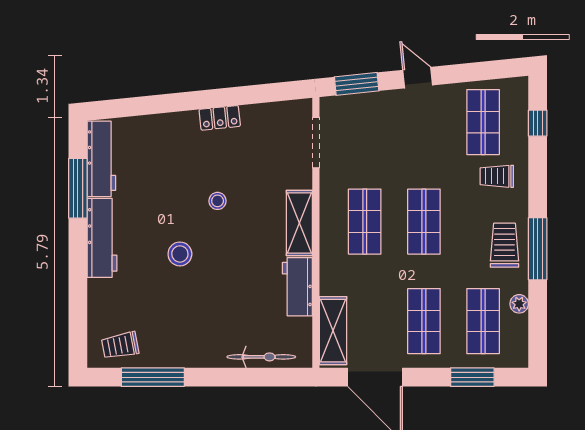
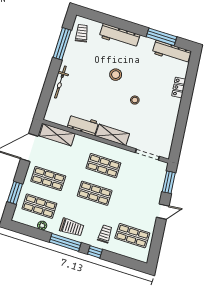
locker: (220, 118) -> (179, 87), moved
window: (538, 123) -> (95, 252), moved
workbench: (102, 238) -> (119, 36), moved
bicycle: (261, 357) -> (60, 82), moved

